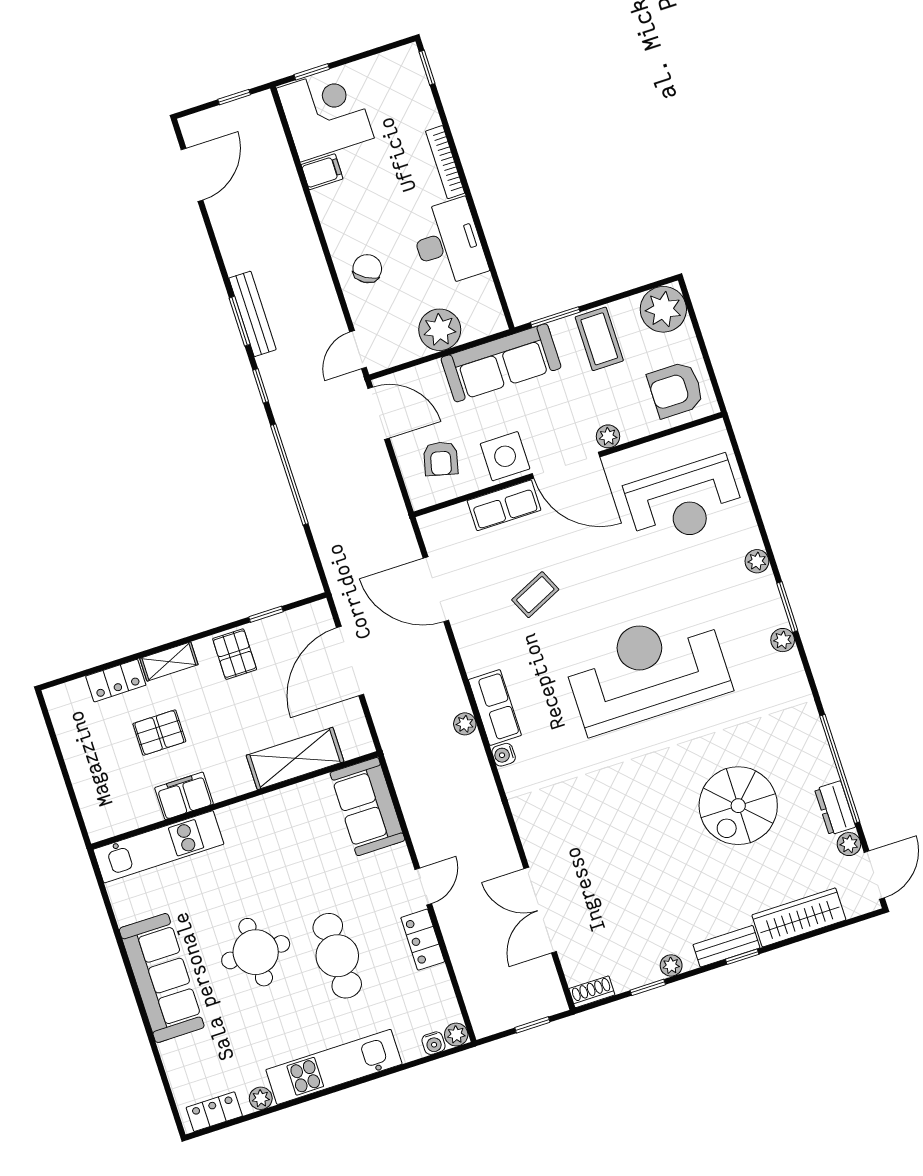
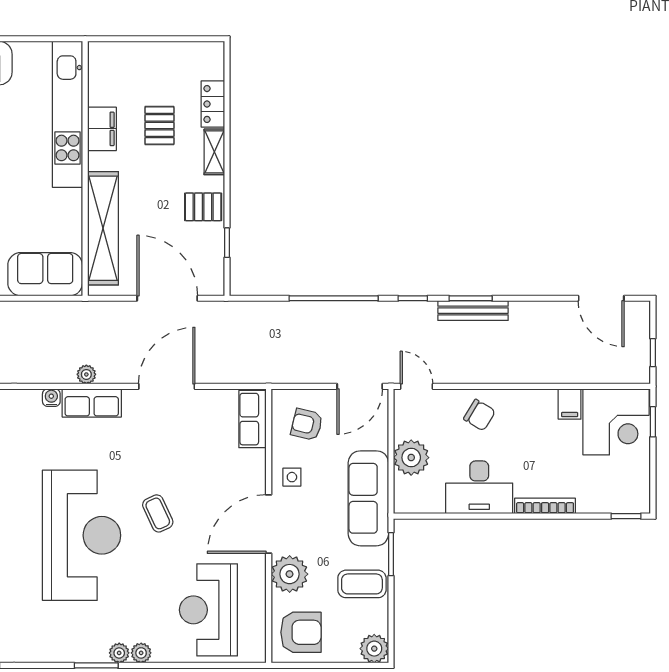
plant: (663, 309) -> (374, 649), width x0.73, depth x0.73
armchair: (676, 390) -> (301, 632), turned 90
plant: (608, 436) -> (290, 574), width x1.88, depth x1.88
side table: (505, 456) -> (292, 477), width x0.54, depth x0.54
row of seats: (504, 505) -> (252, 419), moved
door: (436, 589) -> (167, 386), moved
coffee table: (535, 595) -> (158, 513), moved
plant: (783, 640) -> (119, 653), moved
shelving: (295, 758) -> (103, 228), width x1.47
kitchen unit: (158, 847) -> (68, 114), width x1.36

